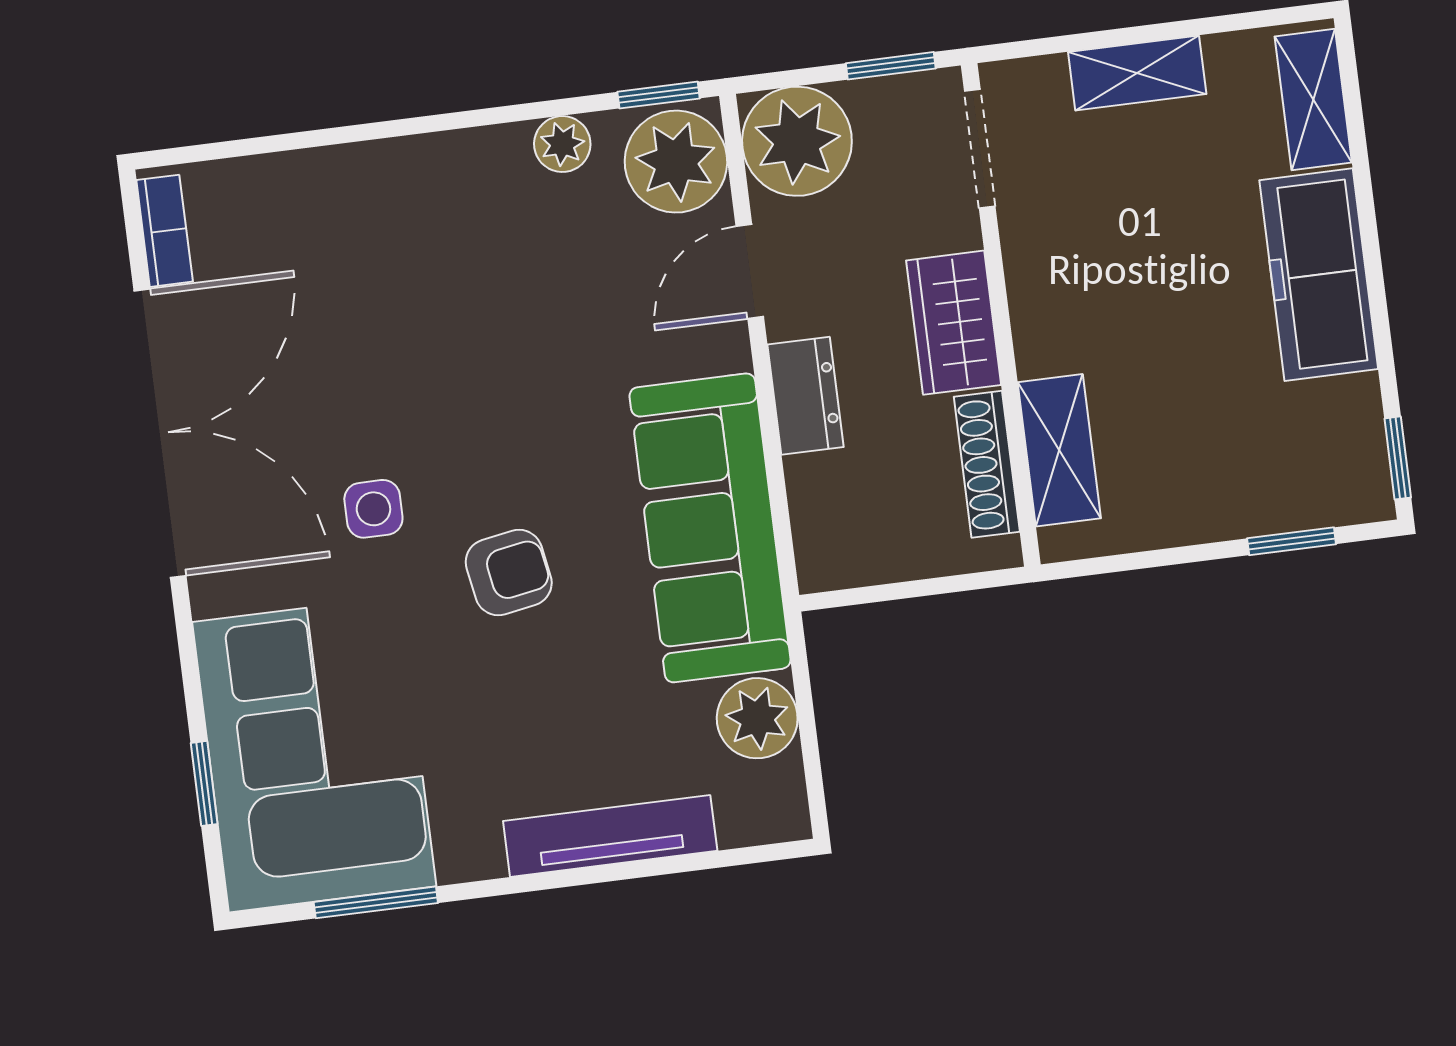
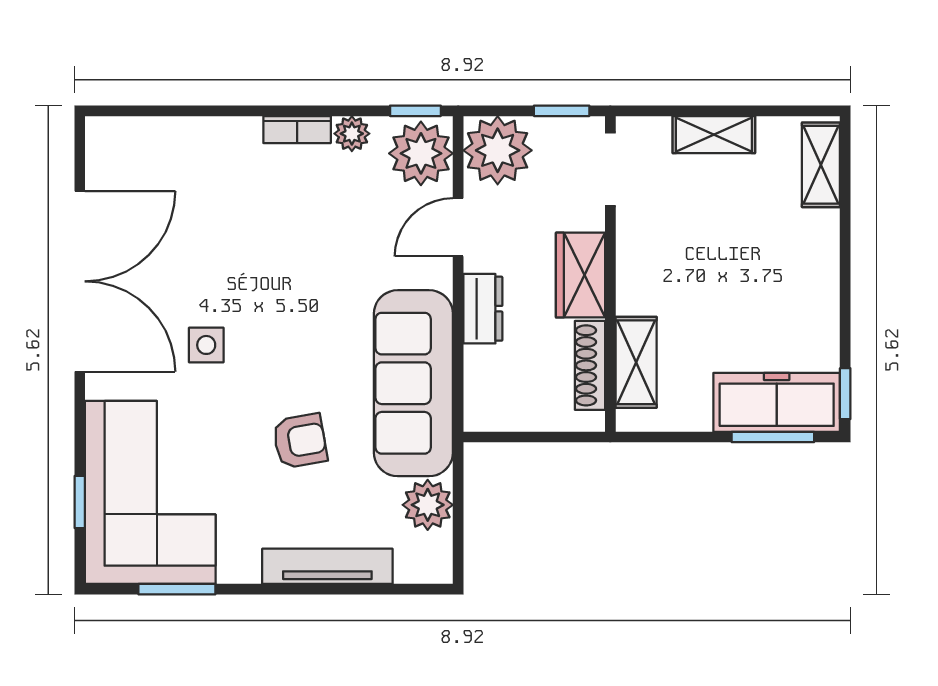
bookcase: (165, 231) -> (297, 130), moved, turned 90
freezer: (1319, 275) -> (777, 402), moved, turned 90
window: (1292, 541) -> (773, 437), width x1.50
armchair: (509, 573) -> (300, 441), moved

